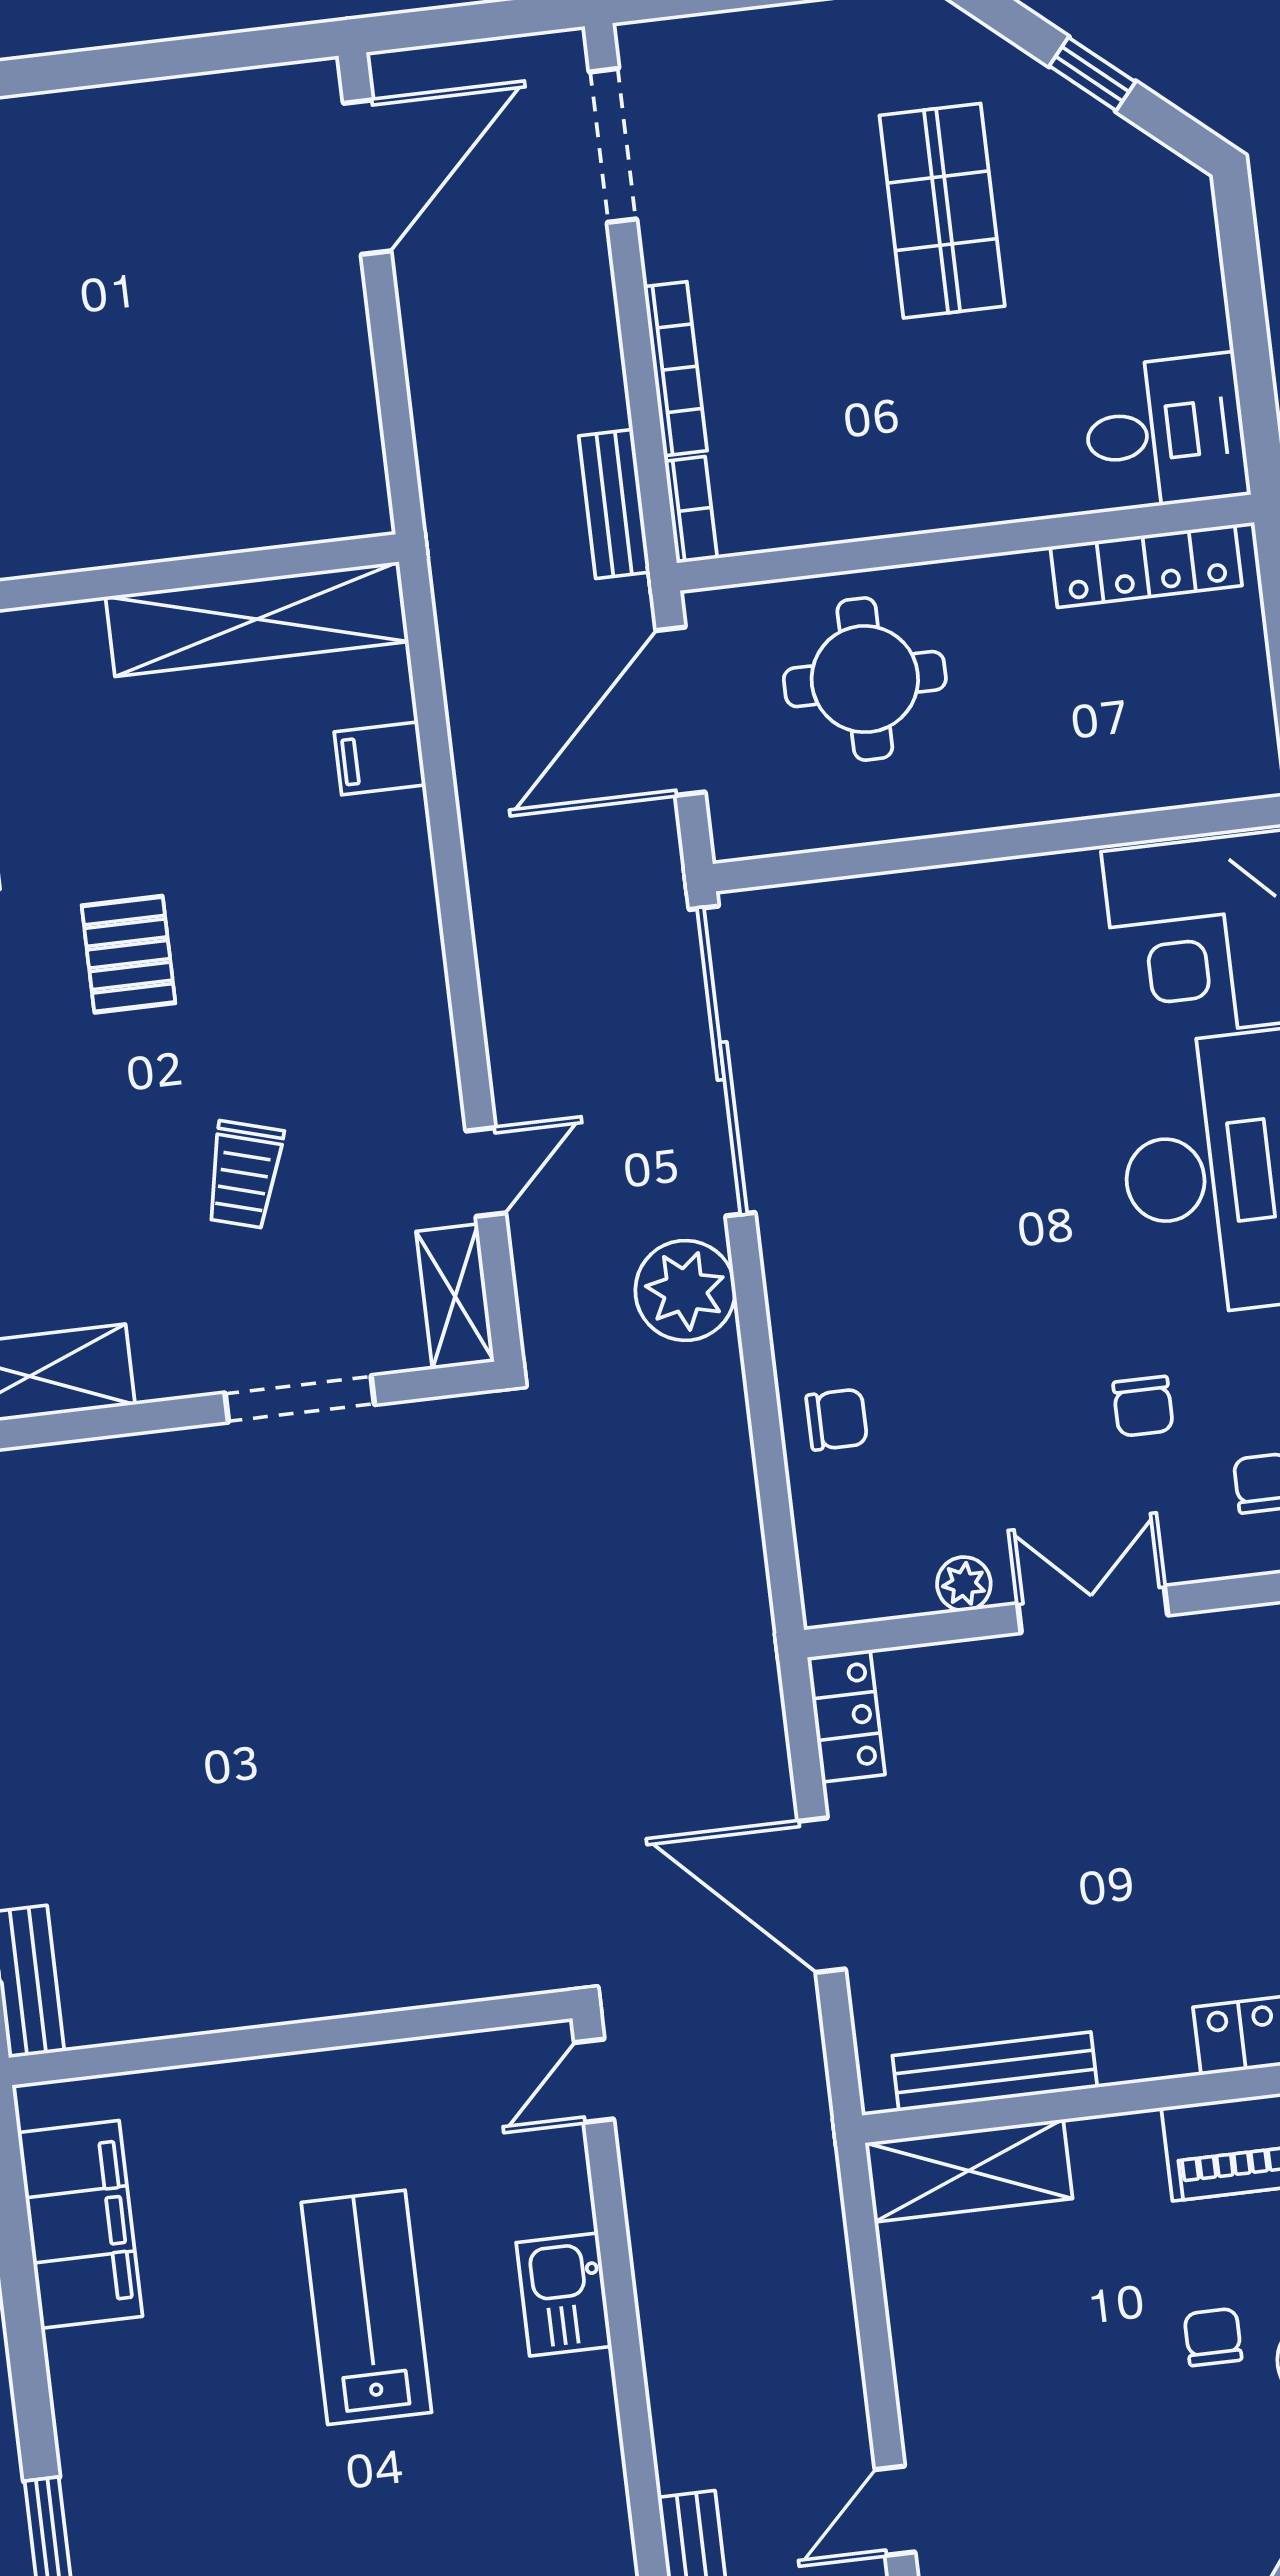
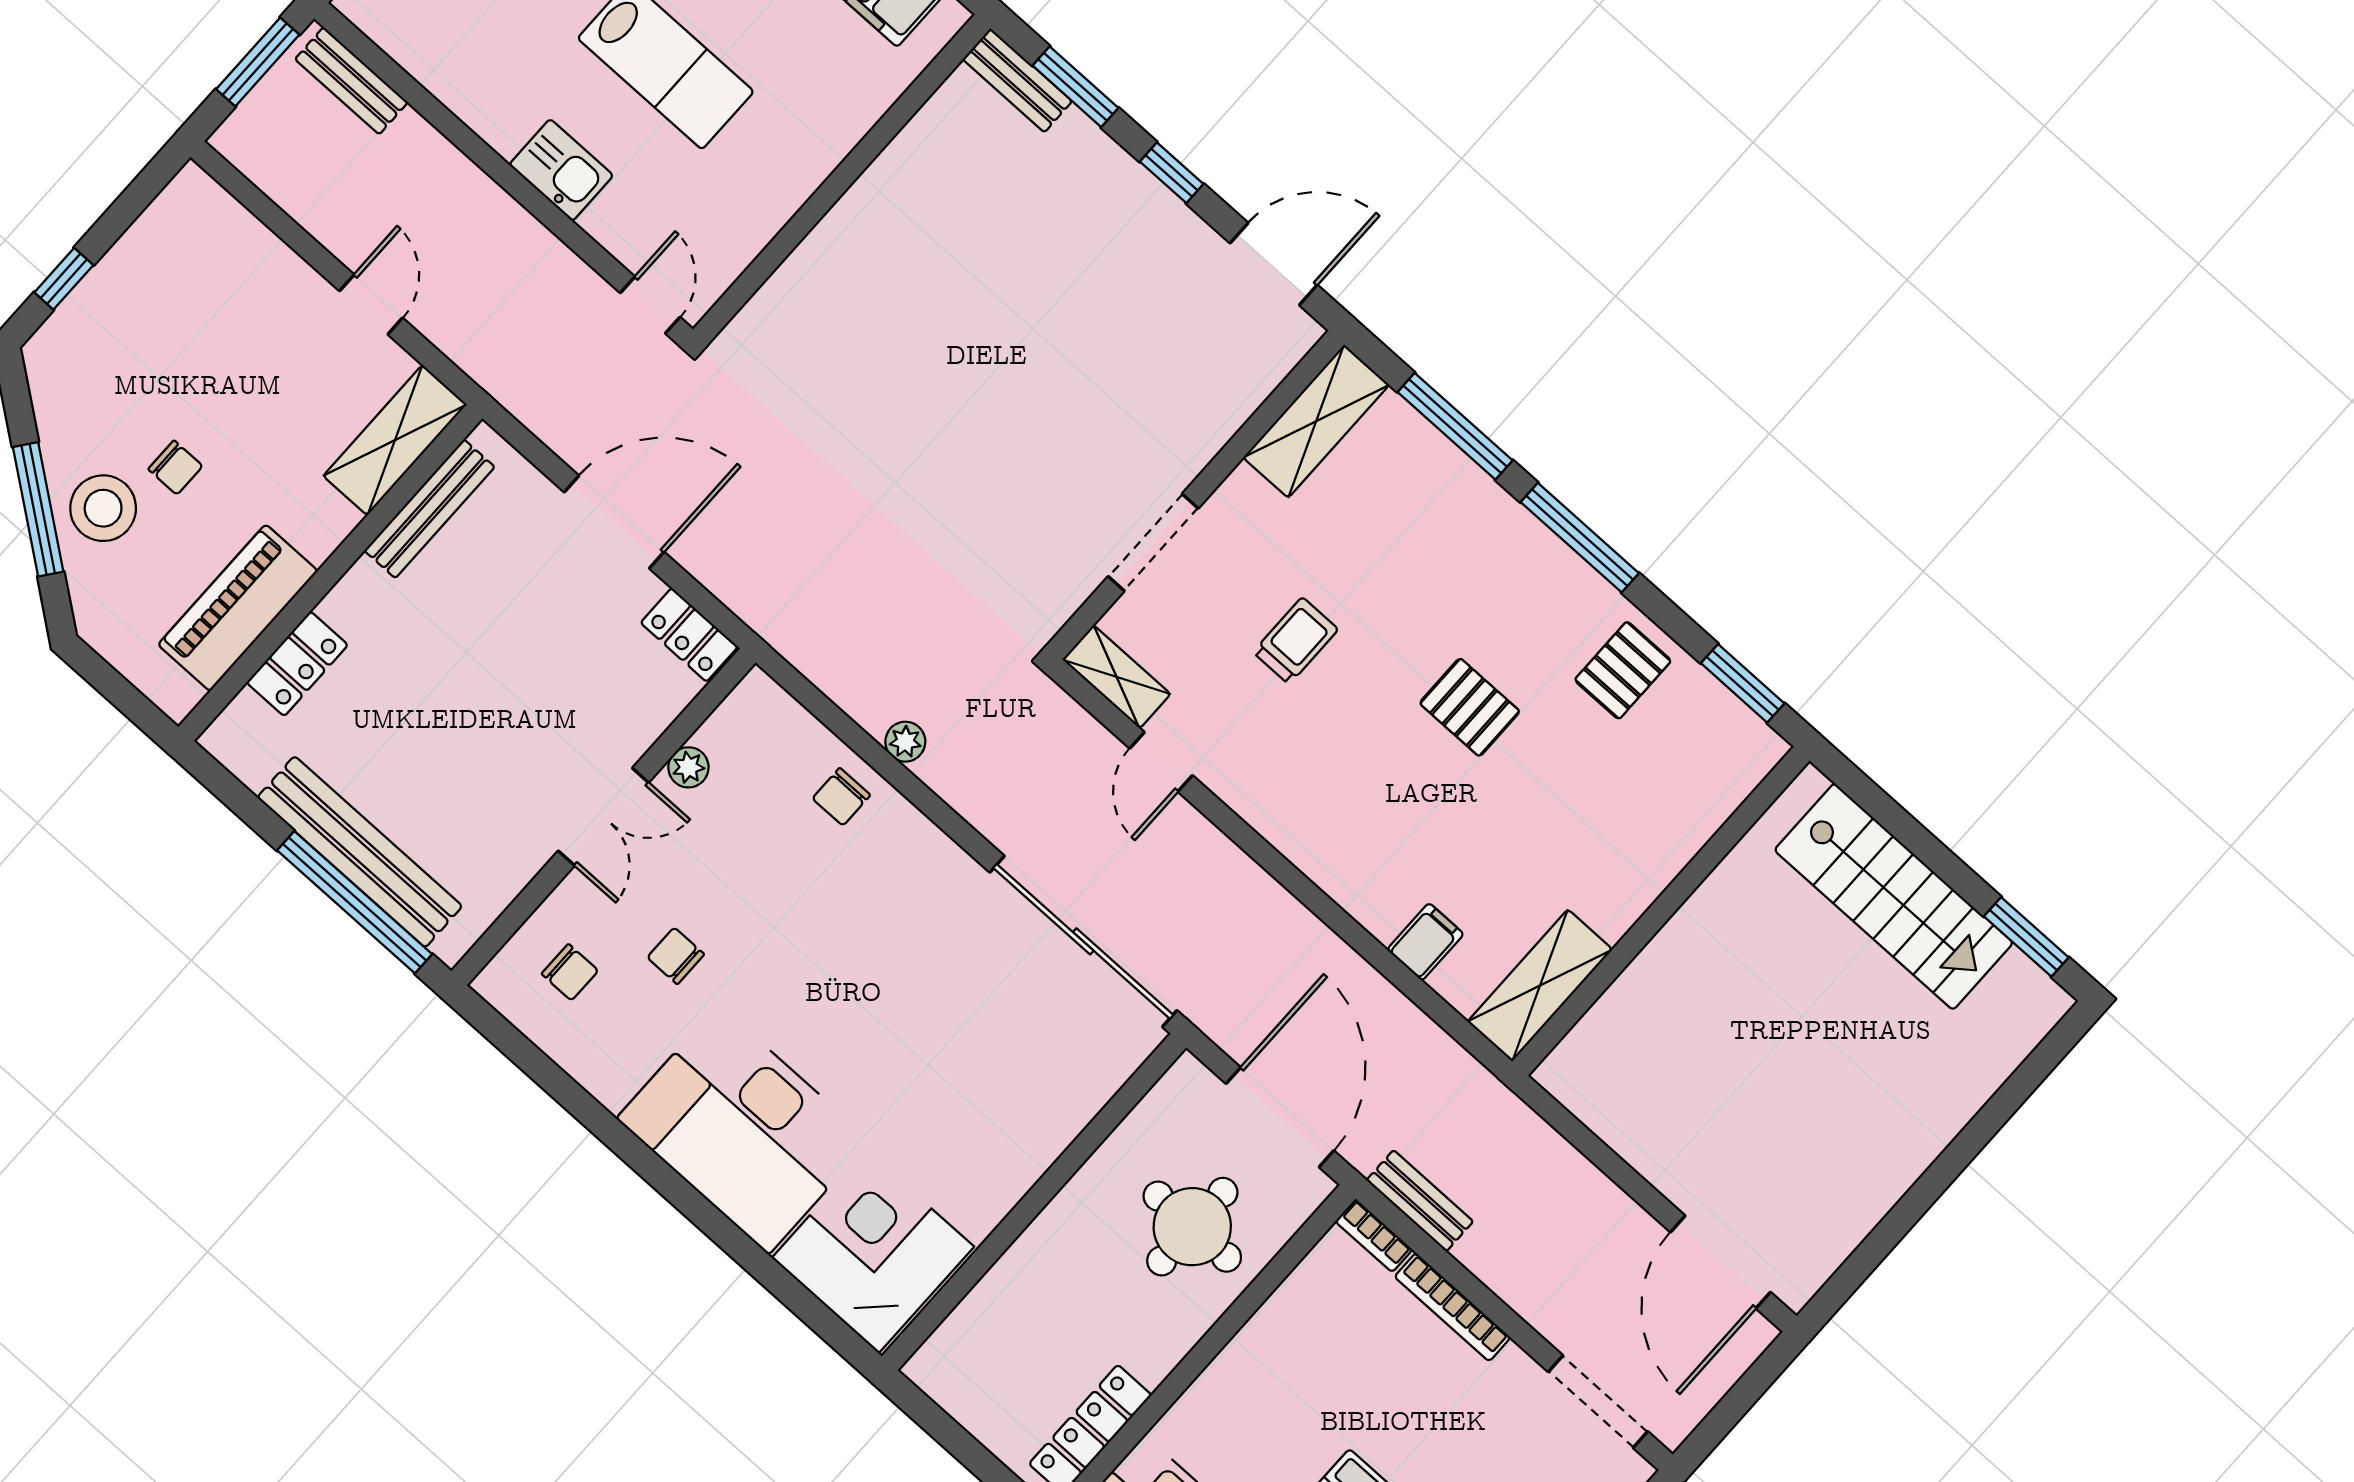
shelving: (257, 619) -> (1540, 985), width x0.68
trolley: (244, 1175) -> (1296, 641), turned 74
plant: (685, 1290) -> (905, 742), moved, width x0.53, depth x0.53
door: (895, 2511) -> (371, 304), moved

